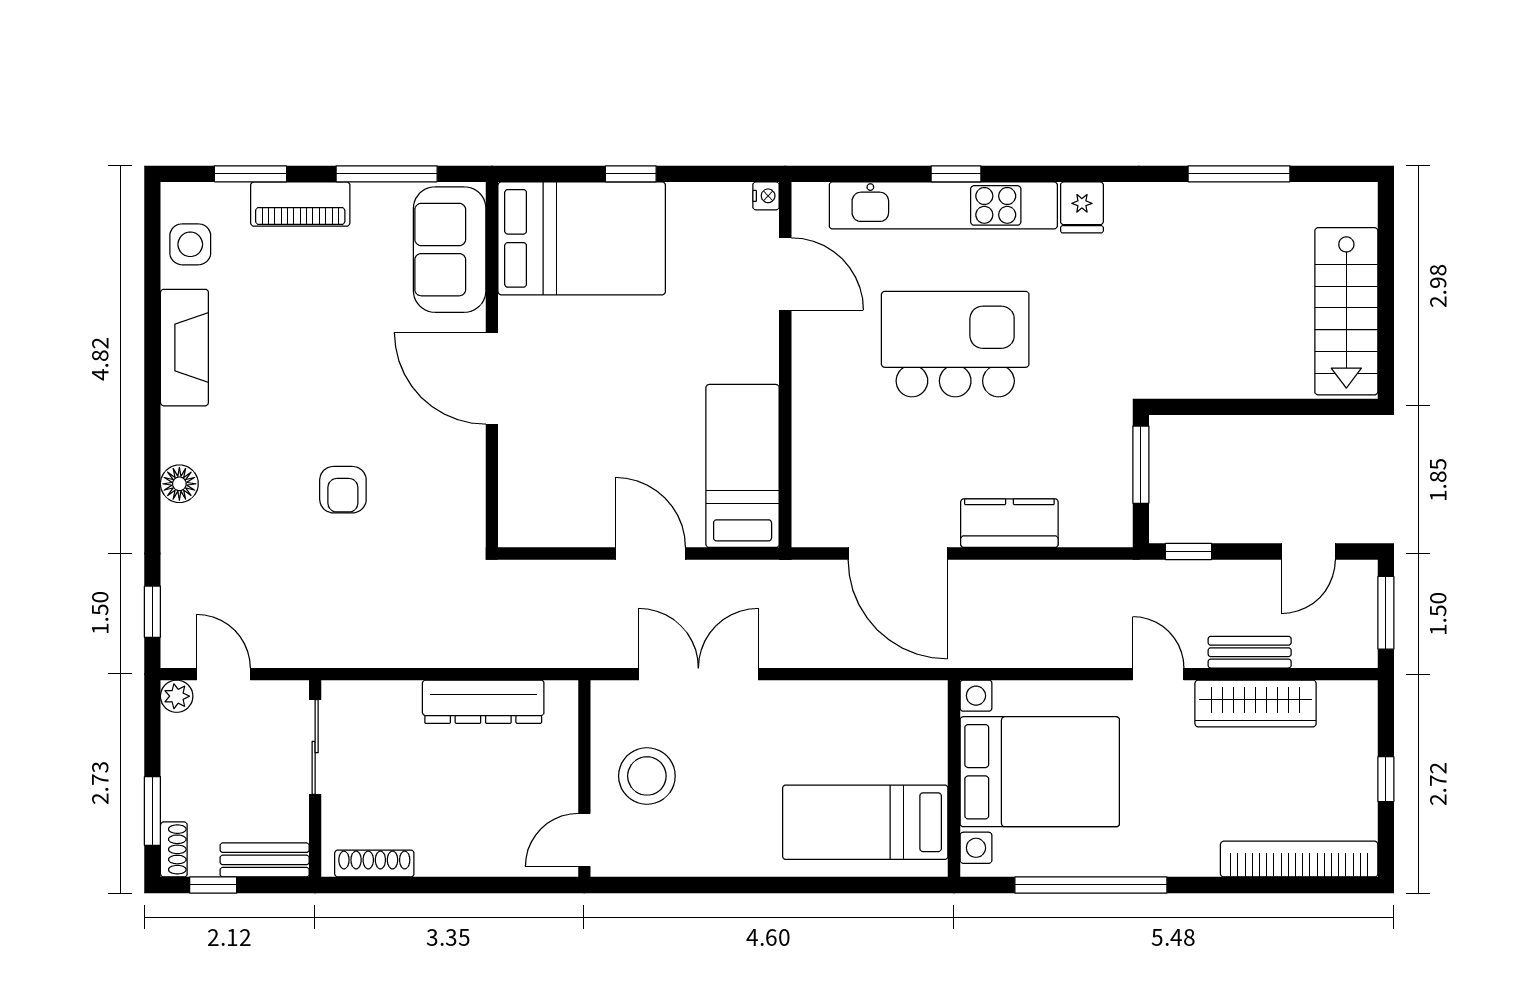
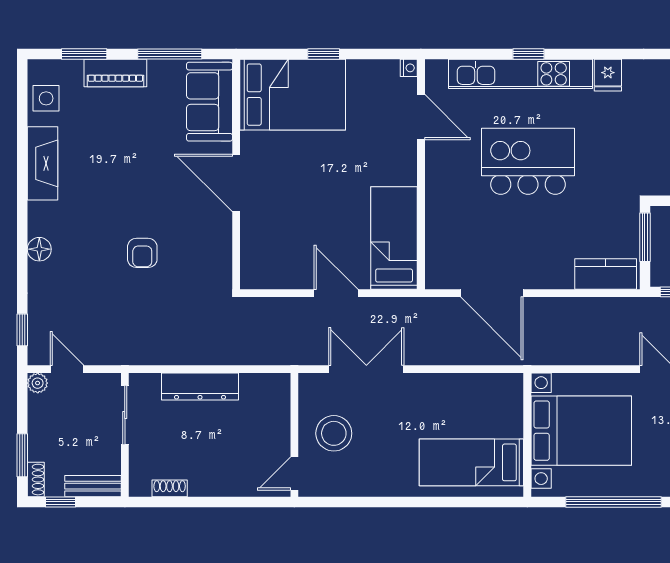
kitchen counter: (1009, 523) -> (606, 274), moved
dresser: (483, 702) -> (200, 387), moved
shoe rack: (374, 863) -> (170, 488), width x0.70

